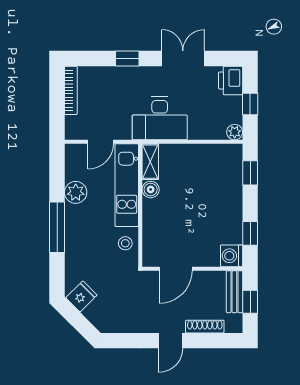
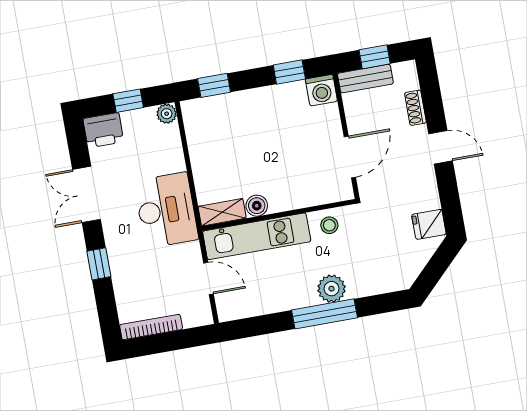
plant: (76, 192) -> (332, 289), moved
door: (176, 269) -> (350, 157), hinge flipped
fridge: (81, 296) -> (429, 224), moved, turned -45
shoe rack: (205, 327) -> (415, 108), width x0.70

